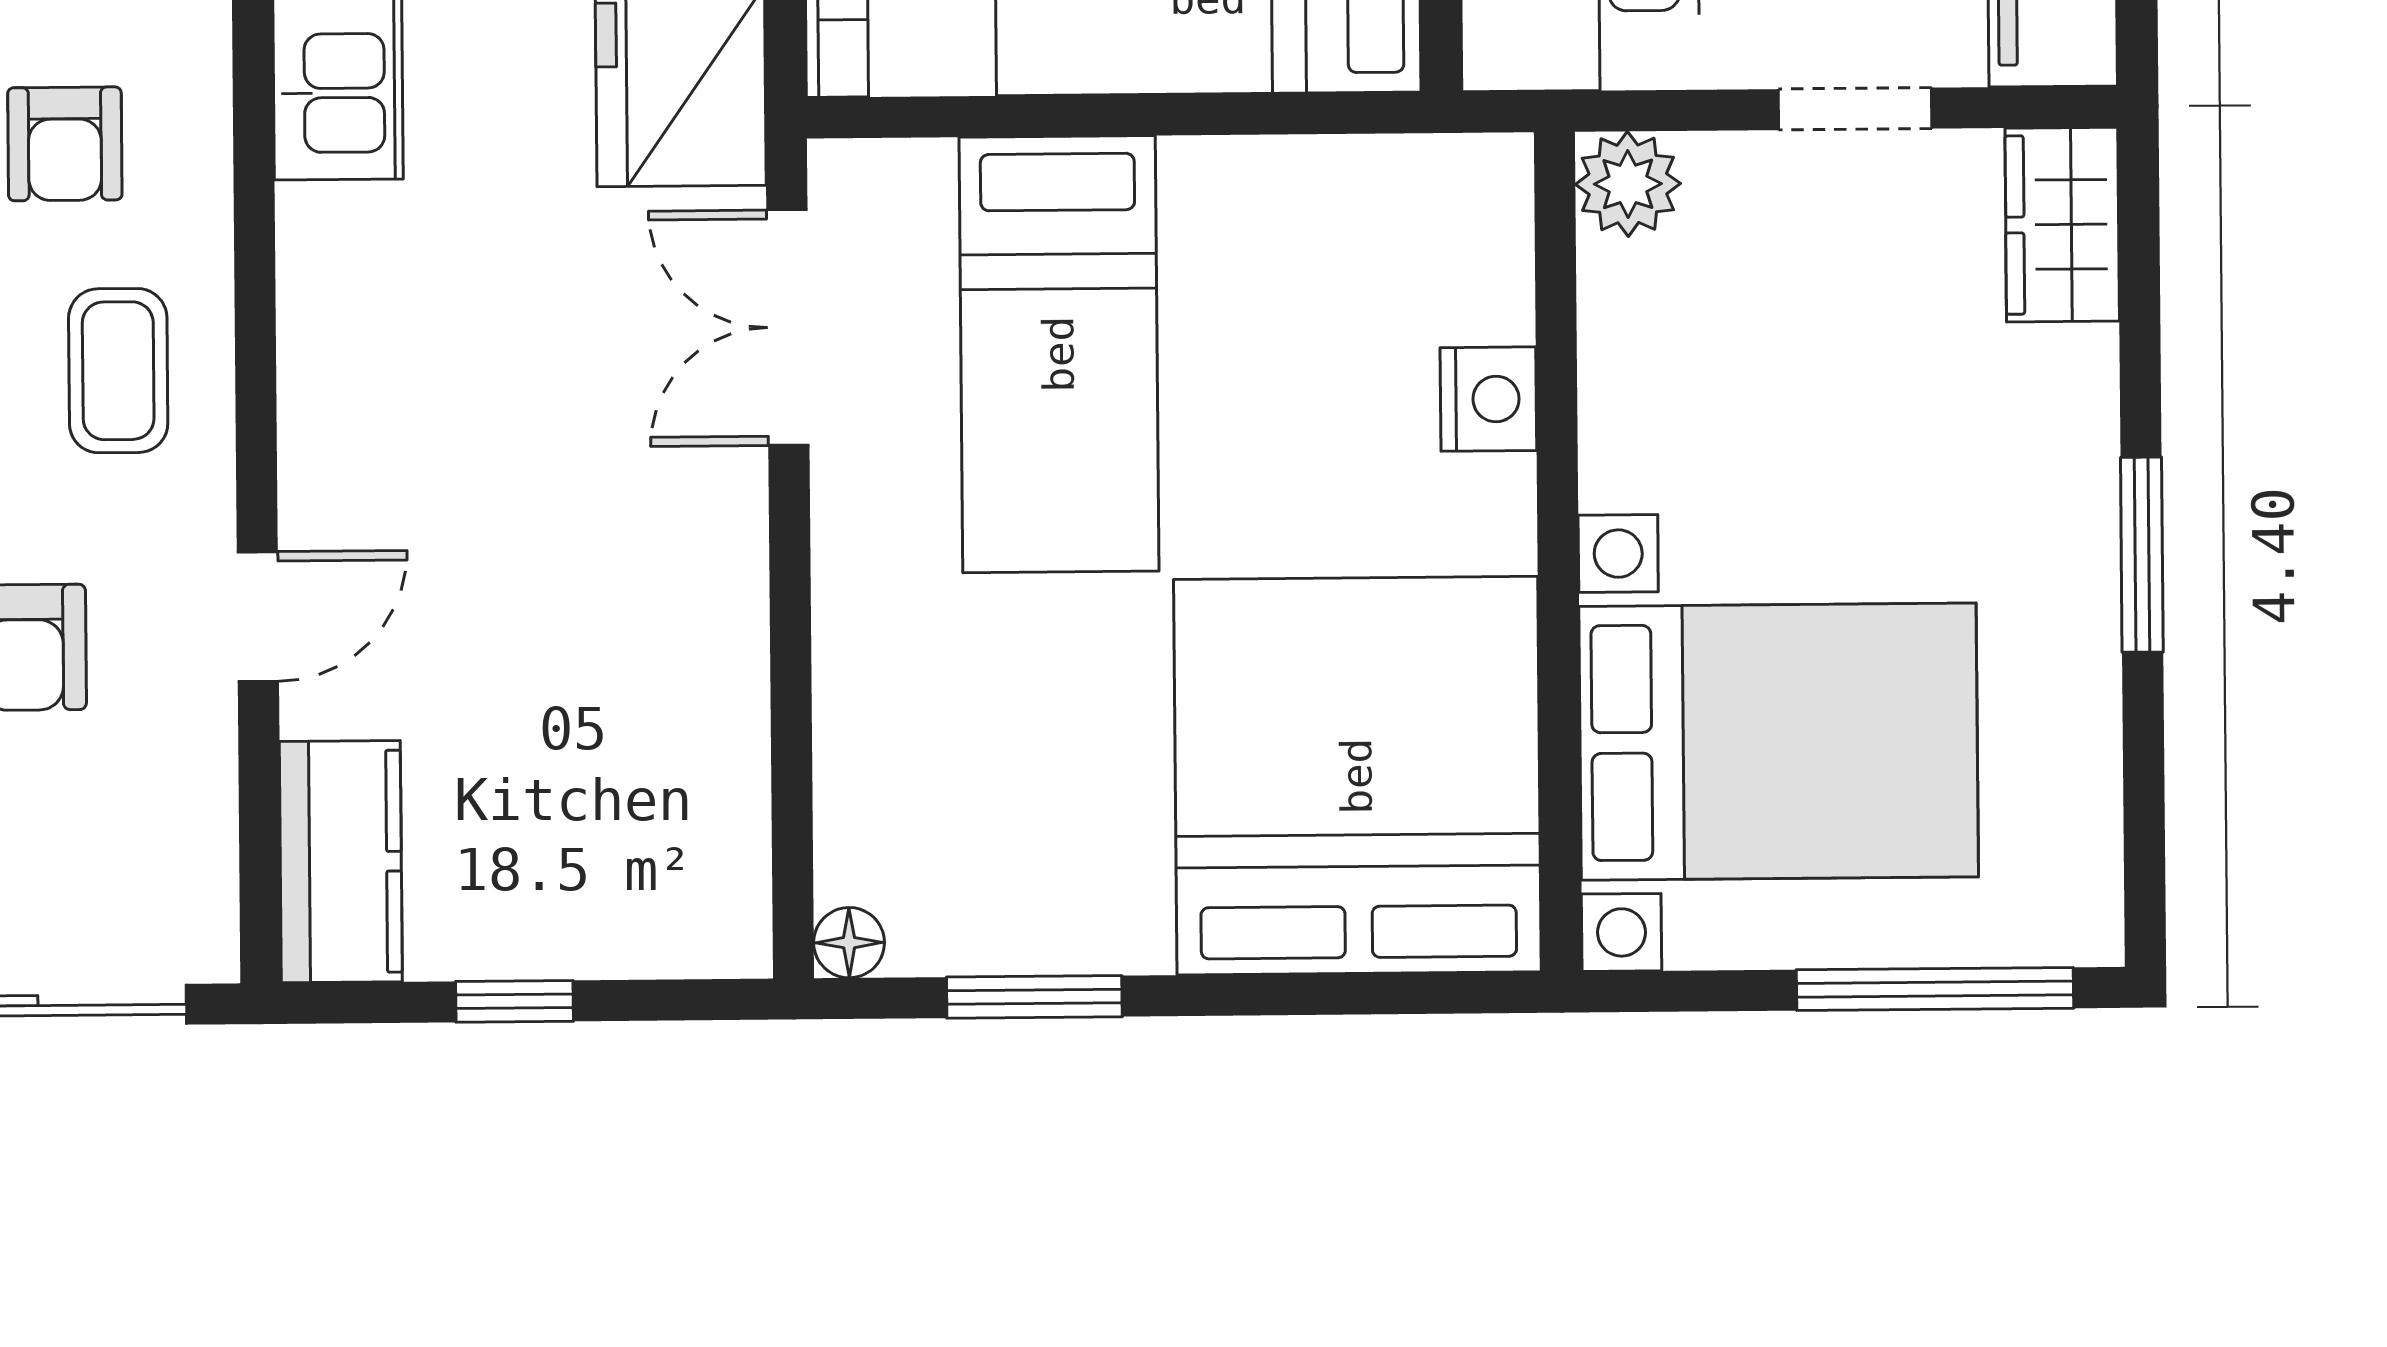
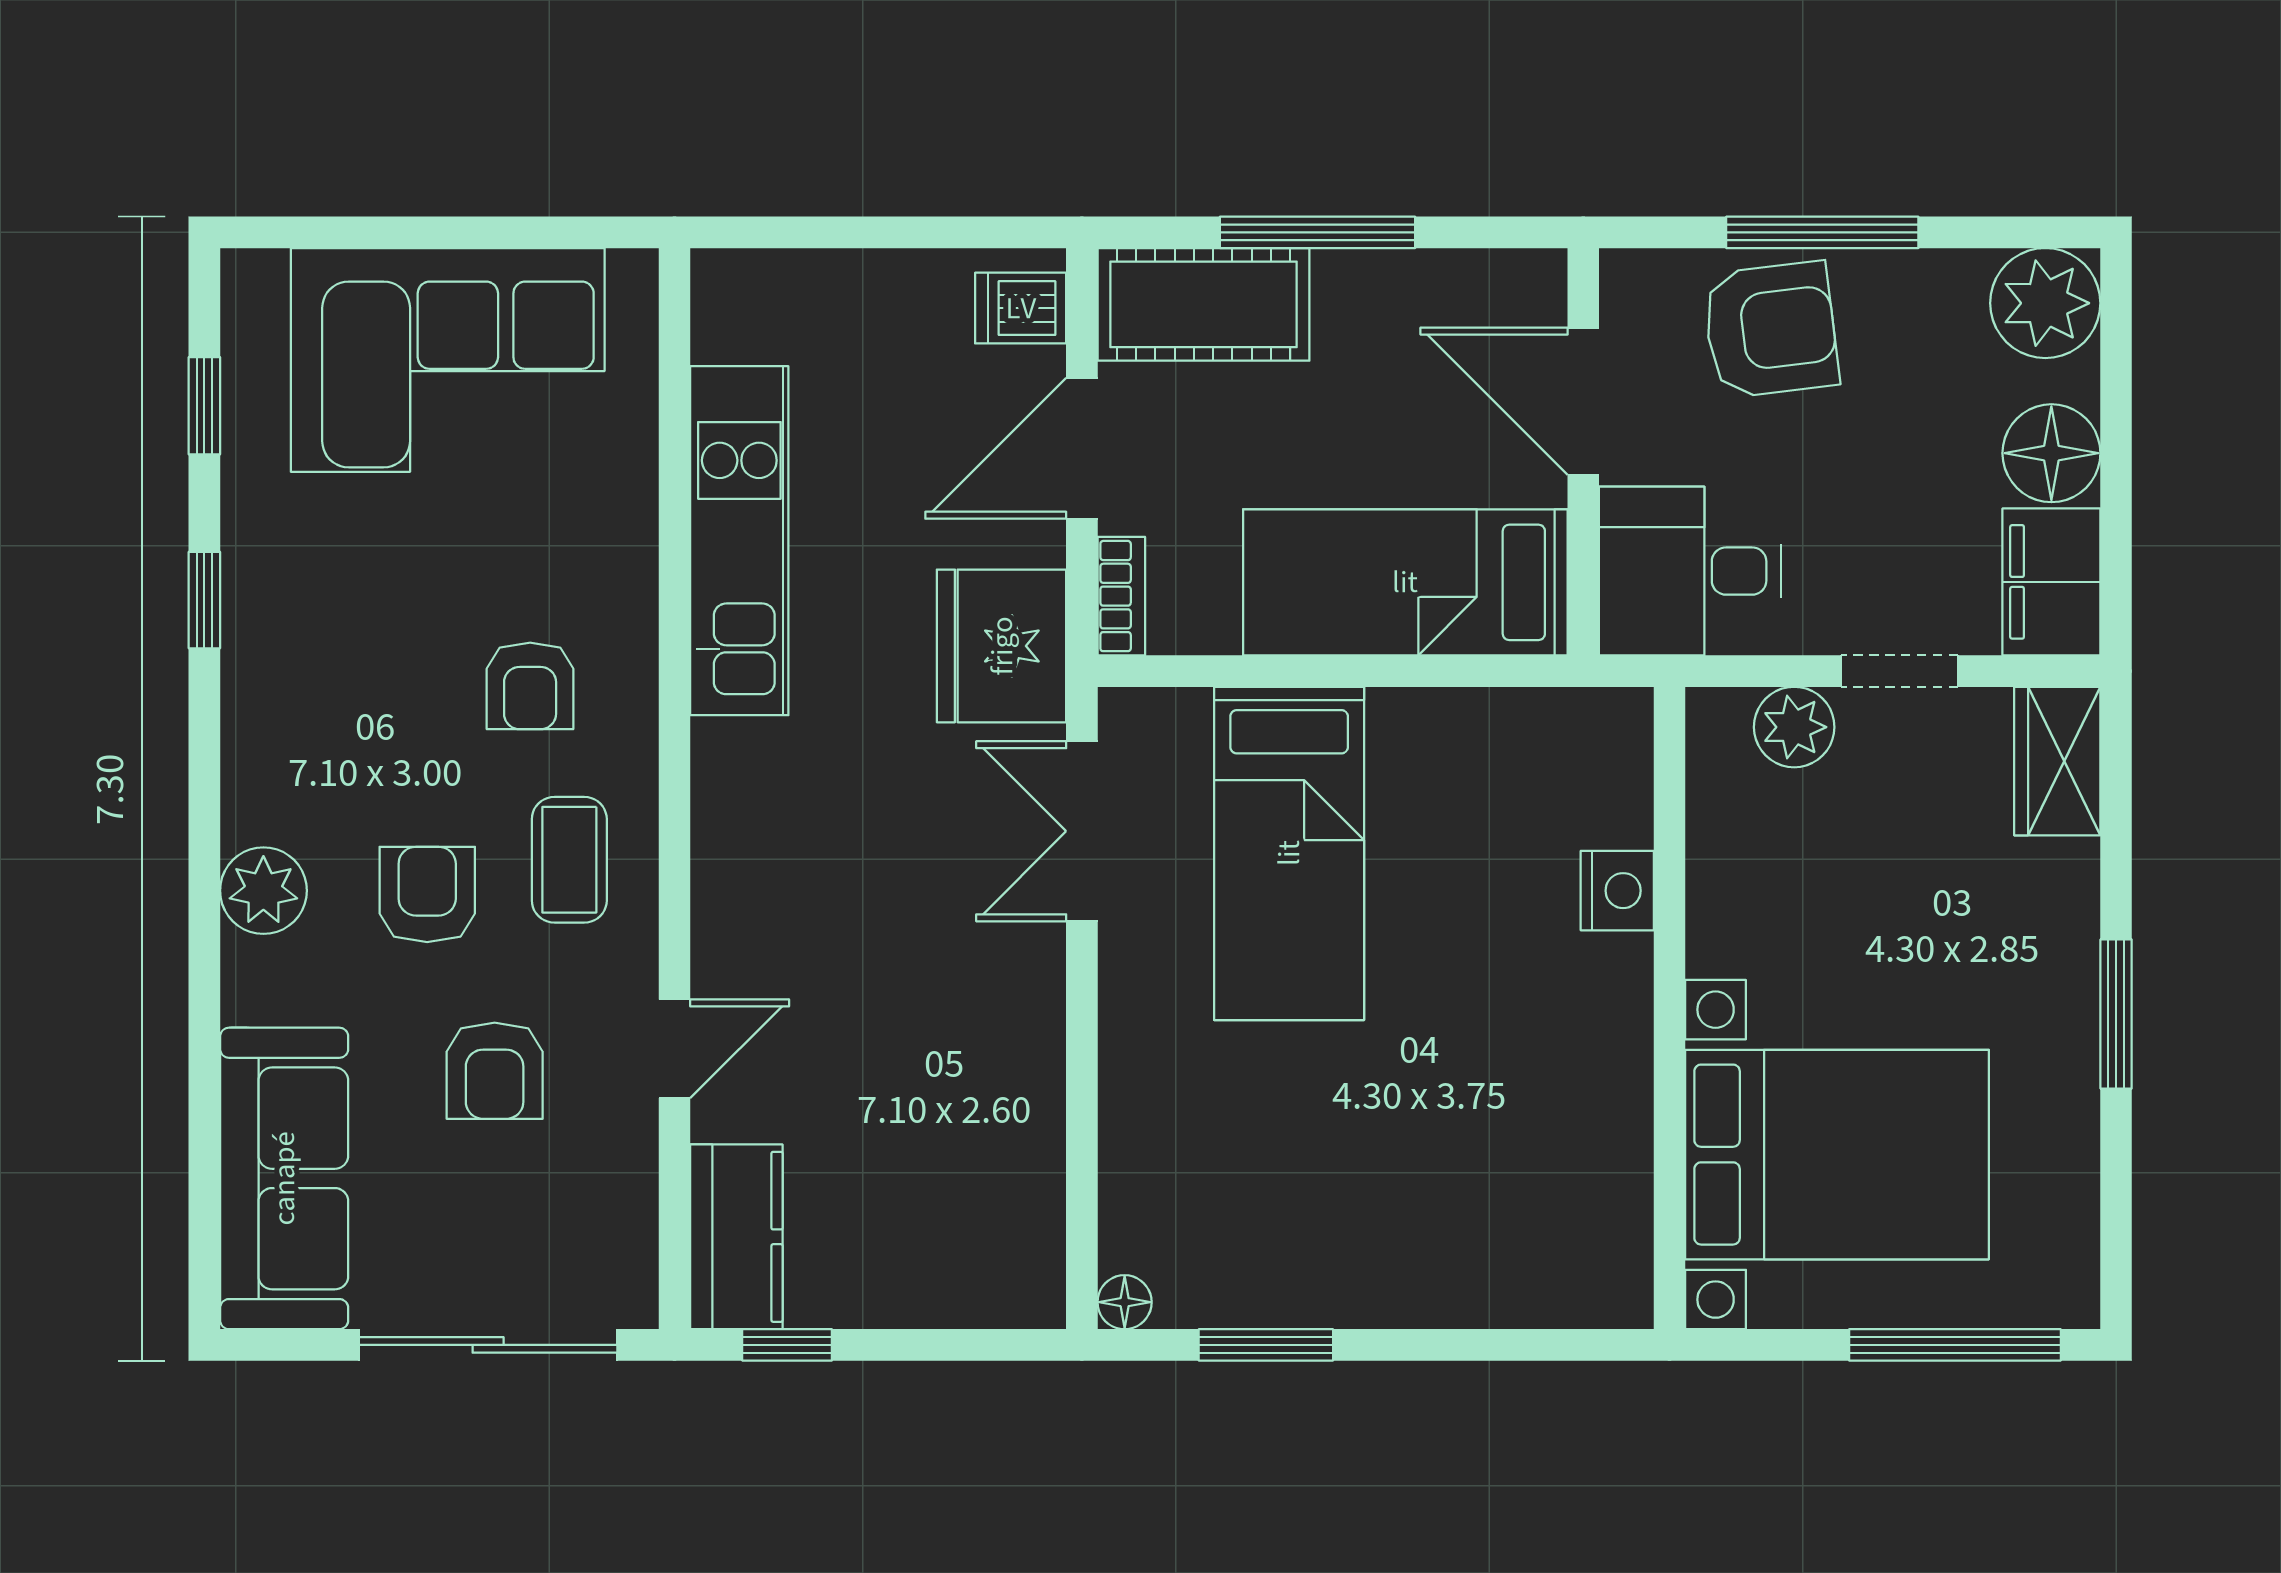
plant: (1628, 184) -> (1794, 727), moved
bed: (1357, 776) -> (1515, 1178), removed
window: (514, 1001) -> (787, 1345), moved

